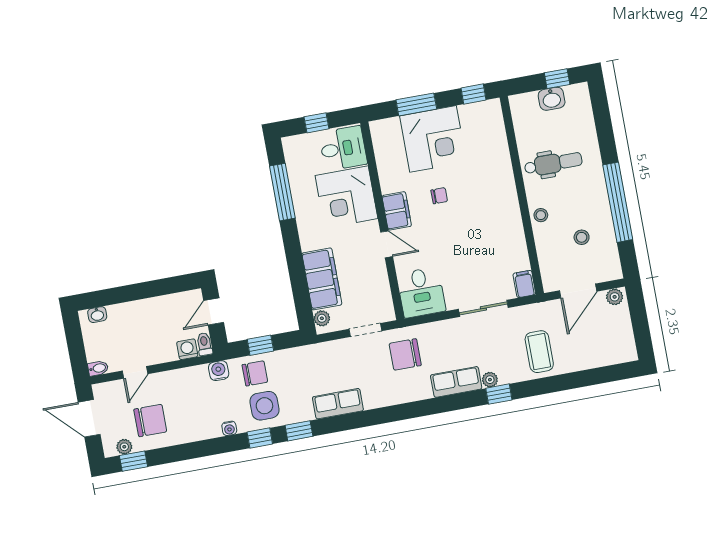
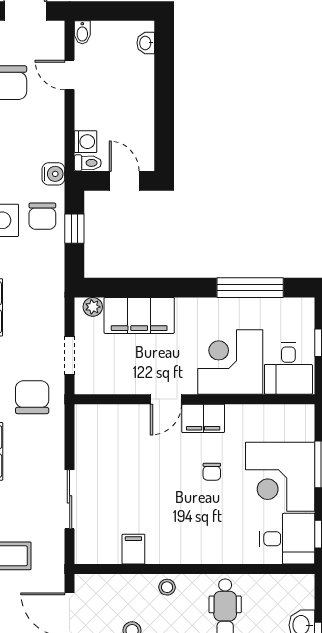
filing cabinet: (524, 284) -> (133, 549), moved, turned -90
desk: (421, 292) -> (287, 539), moved, turned 180

